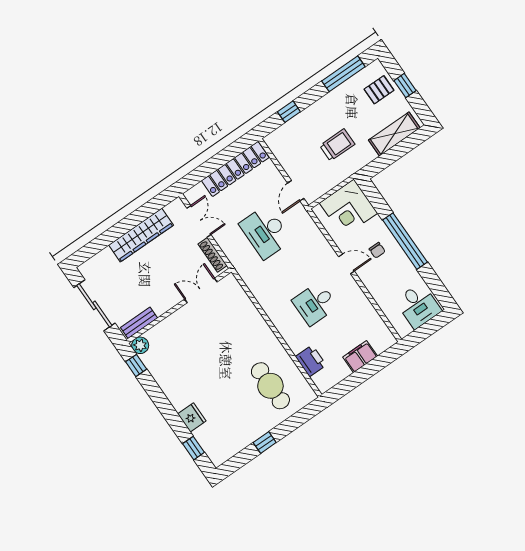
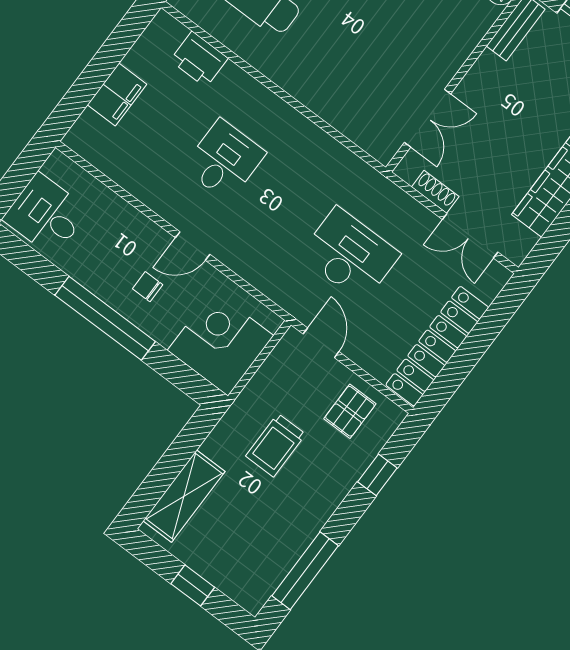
pallet: (379, 90) -> (350, 411), moved
shoe rack: (213, 255) -> (435, 192), width x0.70

